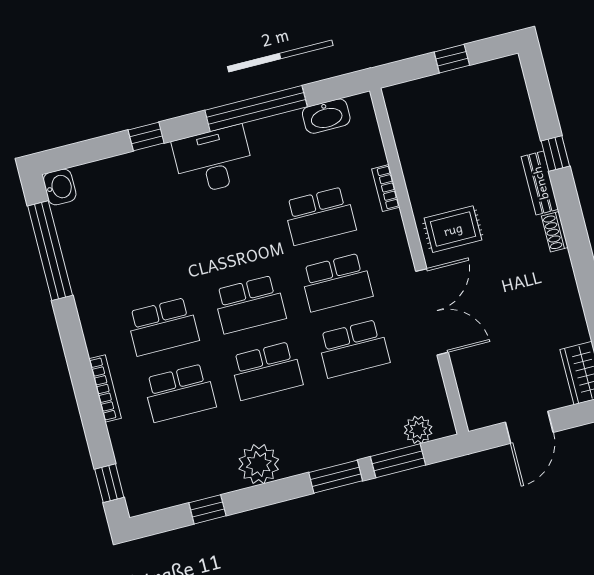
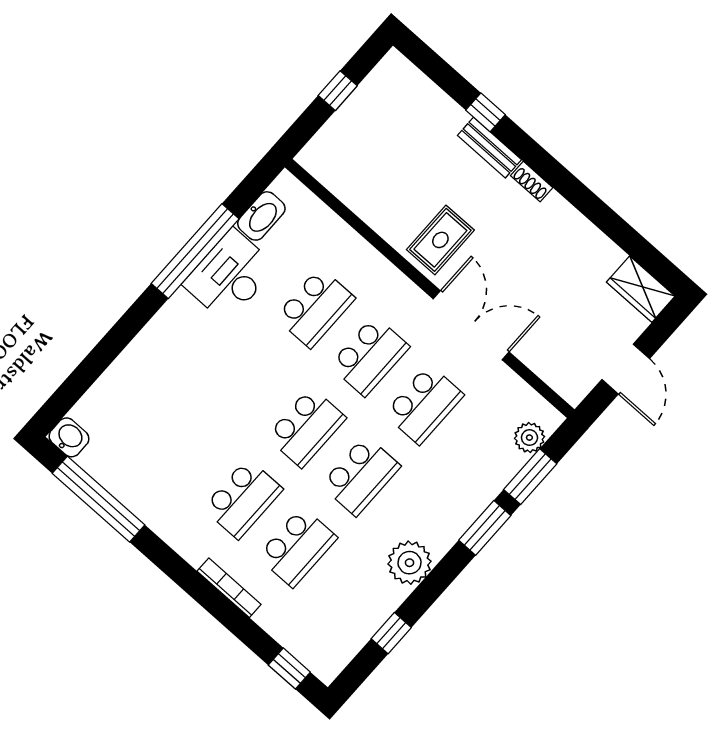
window: (146, 137) -> (115, 341), removed
desk: (213, 160) -> (230, 276), moved
bookcase: (386, 188) -> (357, 244), removed

